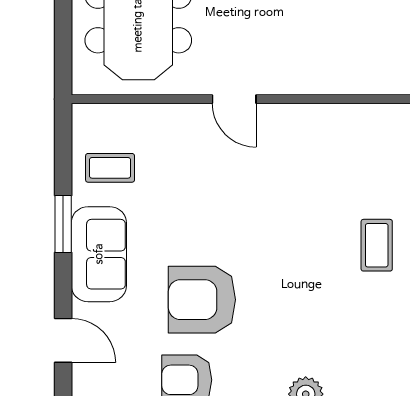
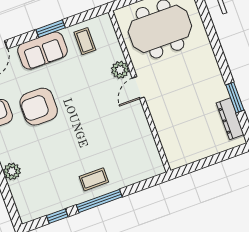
plant: (188, 121) -> (120, 70), added
armchair: (202, 300) -> (39, 107), turned -90

